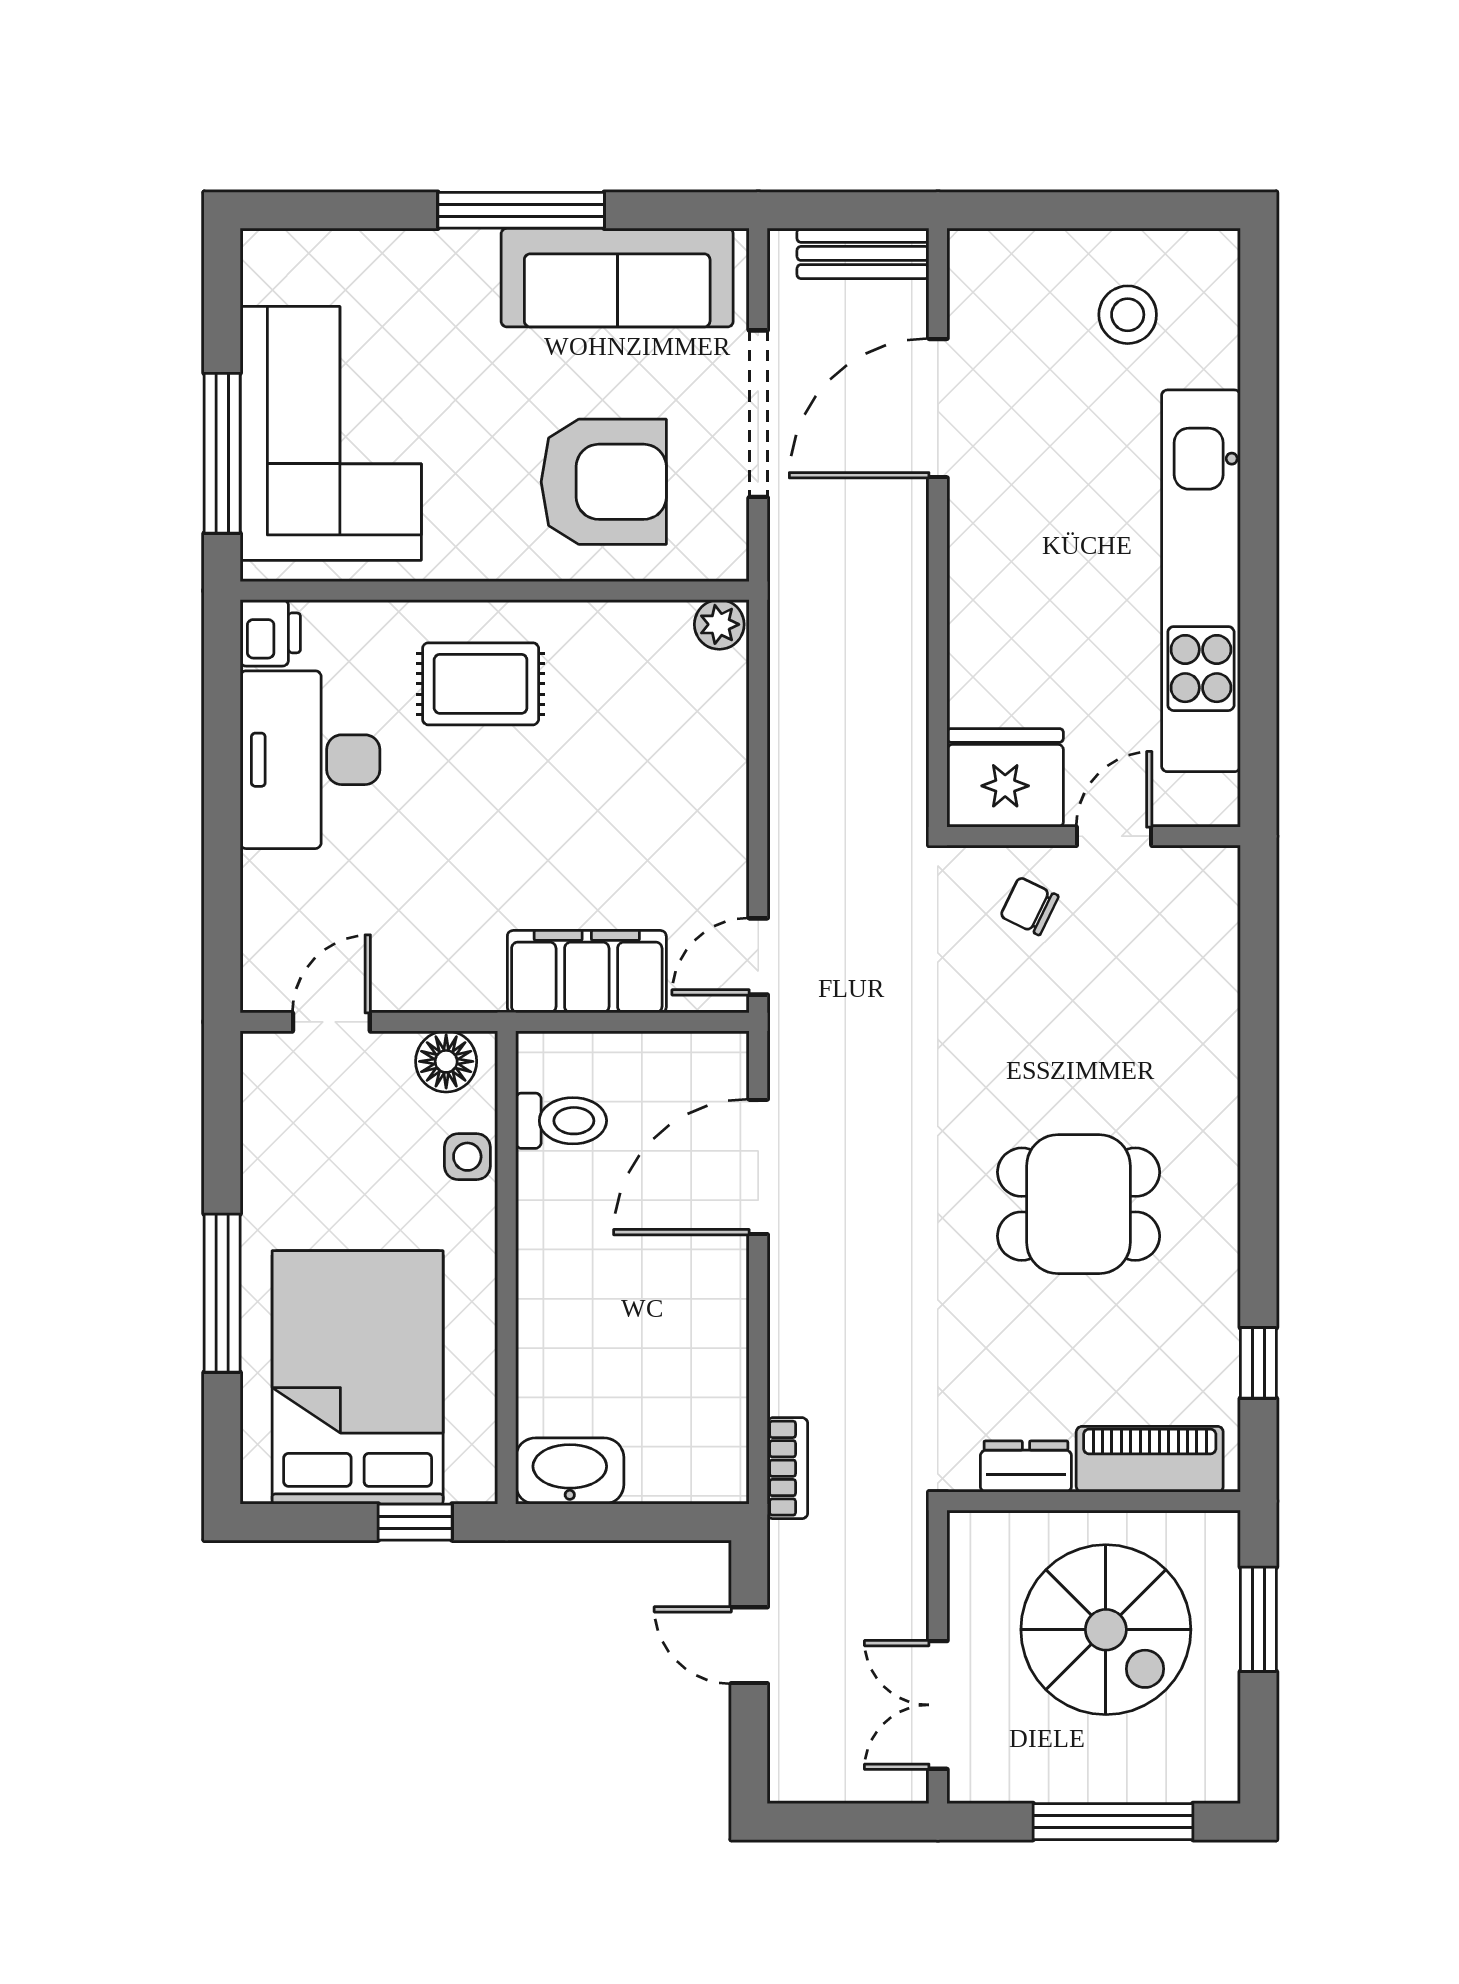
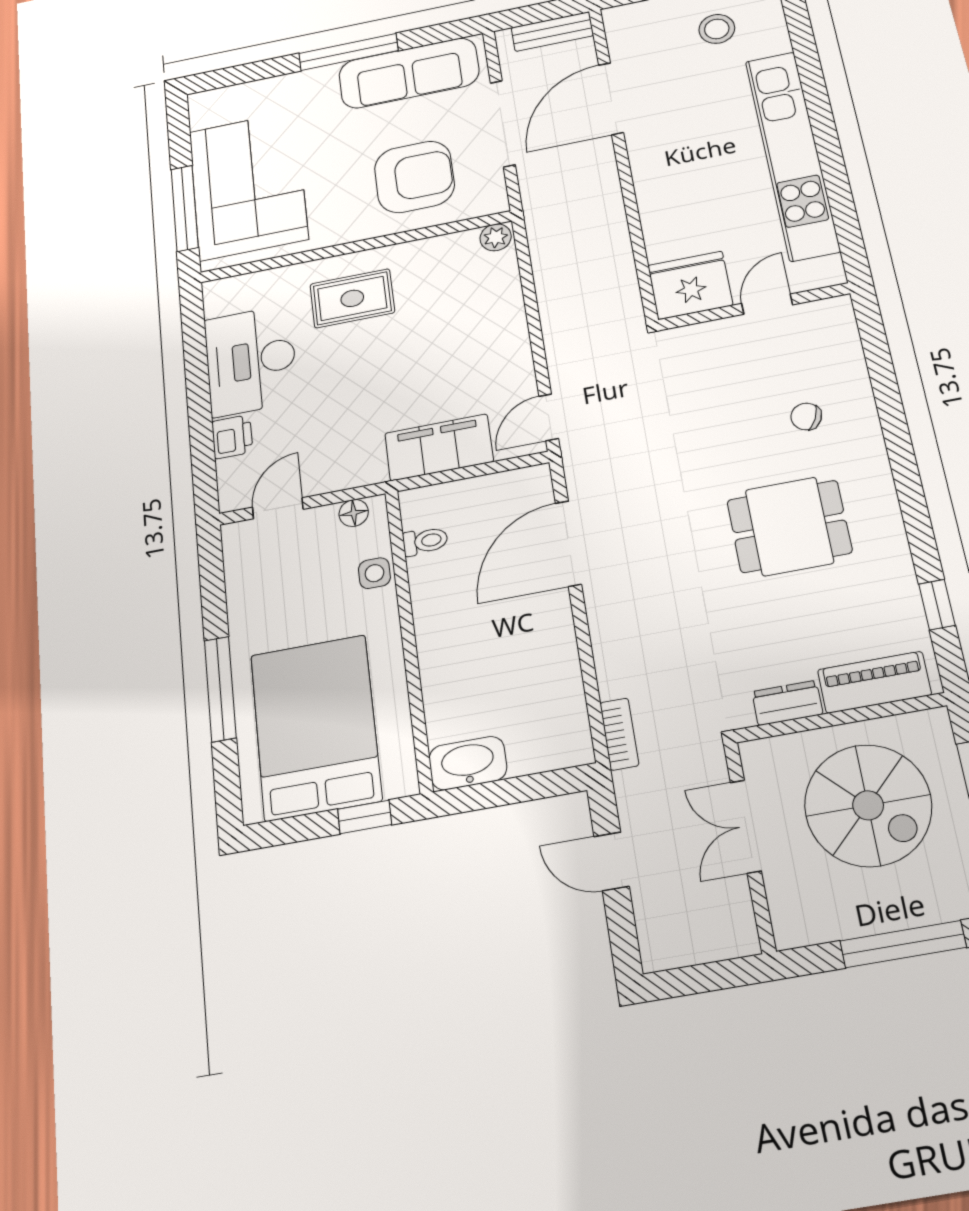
printer: (270, 633) -> (232, 437), moved
chair: (1029, 906) -> (806, 417), moved
floor lamp: (446, 1061) -> (354, 513), width x0.73, depth x0.73
toilet: (561, 1121) -> (425, 541), width x0.73, depth x0.72
double door: (938, 1705) -> (746, 826), moved

